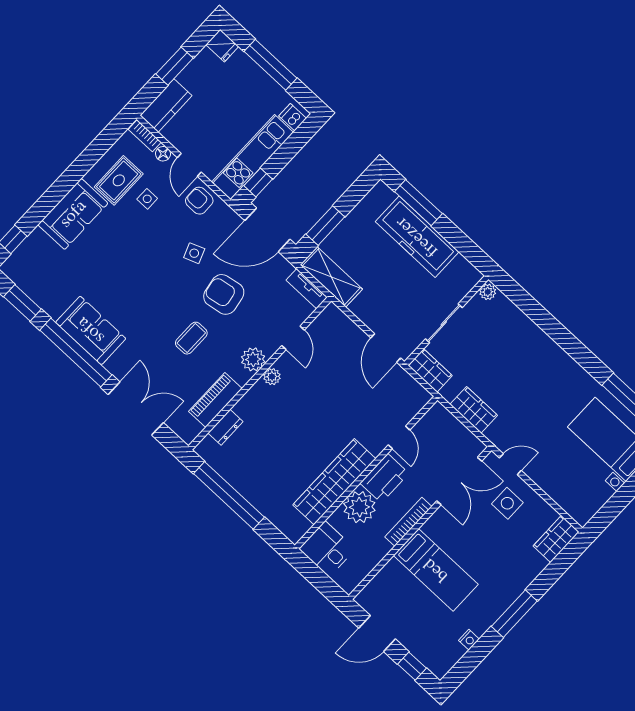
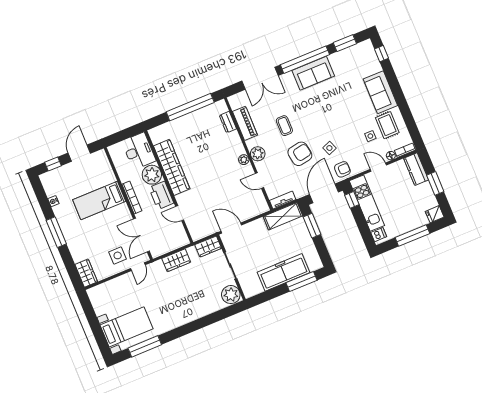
armchair: (199, 201) -> (342, 169), moved
plant: (488, 292) -> (231, 295), width x1.87, depth x1.87
desk: (327, 549) -> (139, 151), width x1.37

